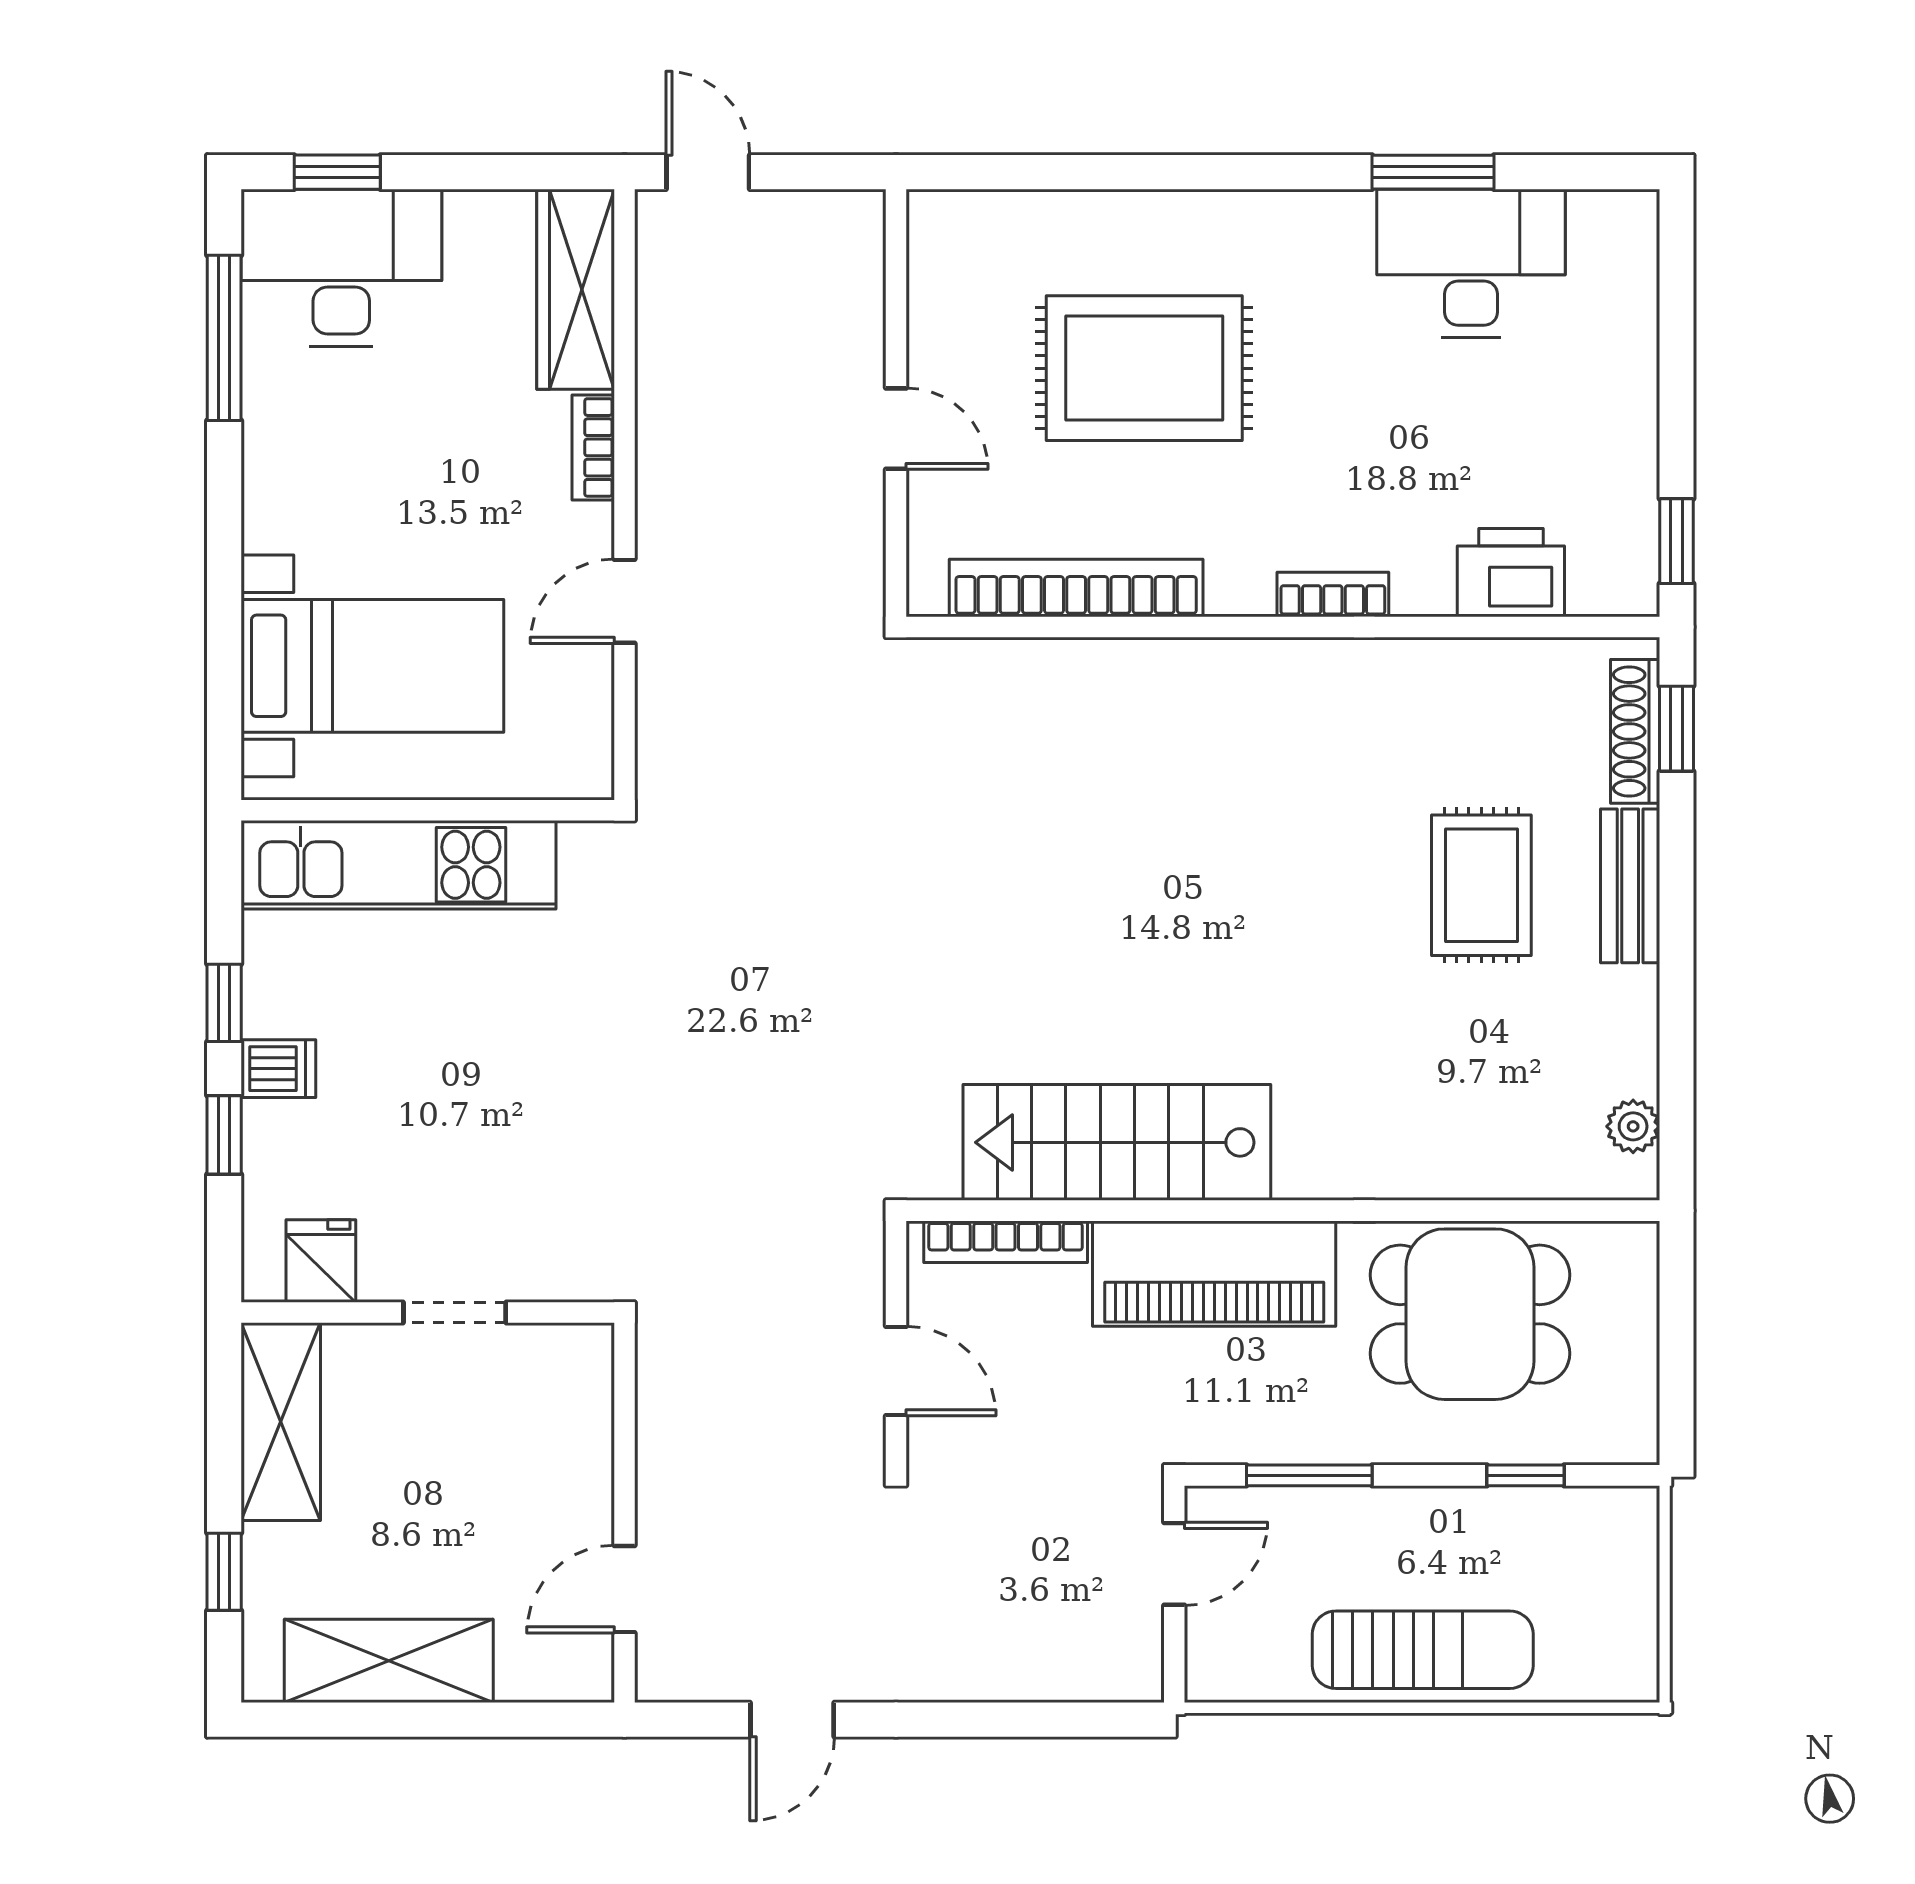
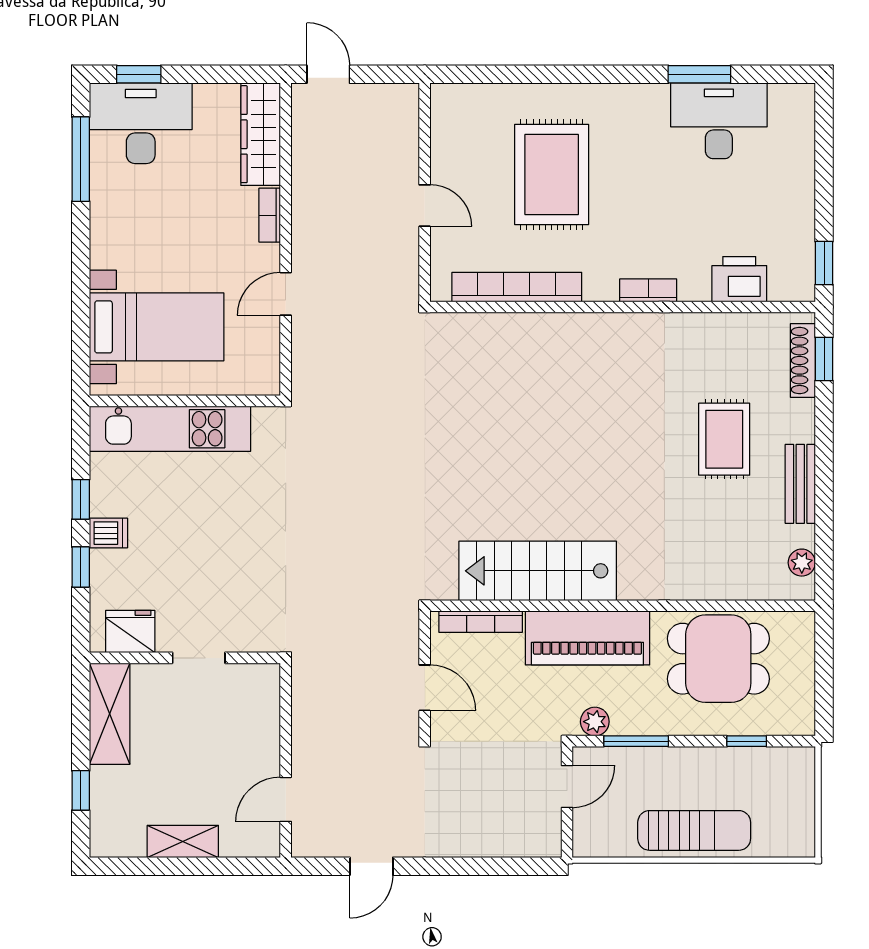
rug: (1144, 368) -> (552, 175), turned 90
bench: (1630, 886) -> (800, 484), moved
fridge: (321, 1261) -> (130, 631), width x1.38
plant: (1229, 1437) -> (595, 722), added
shelving: (389, 1661) -> (183, 842), width x0.67, depth x0.75

